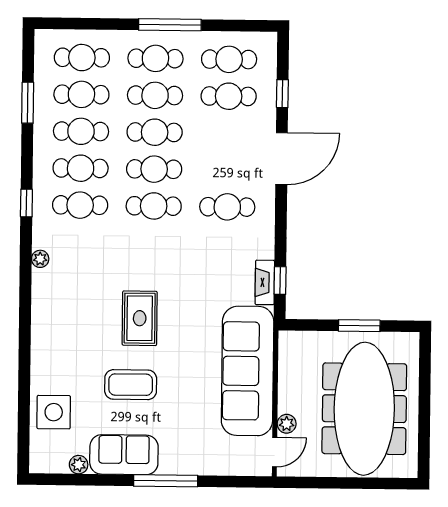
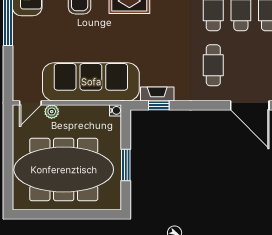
water cooler: (286, 338) -> (116, 110), added
door: (275, 452) -> (30, 103), hinge flipped

